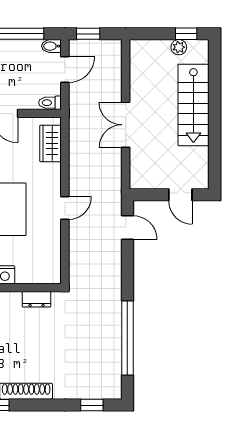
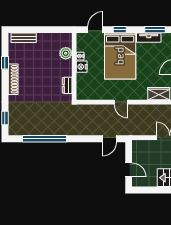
door: (180, 195) -> (129, 170), swing flipped

